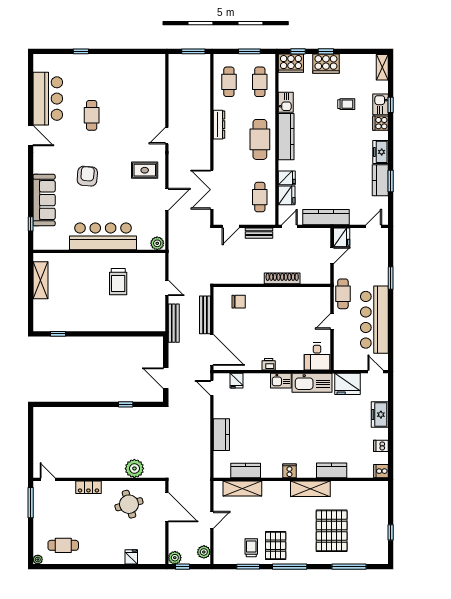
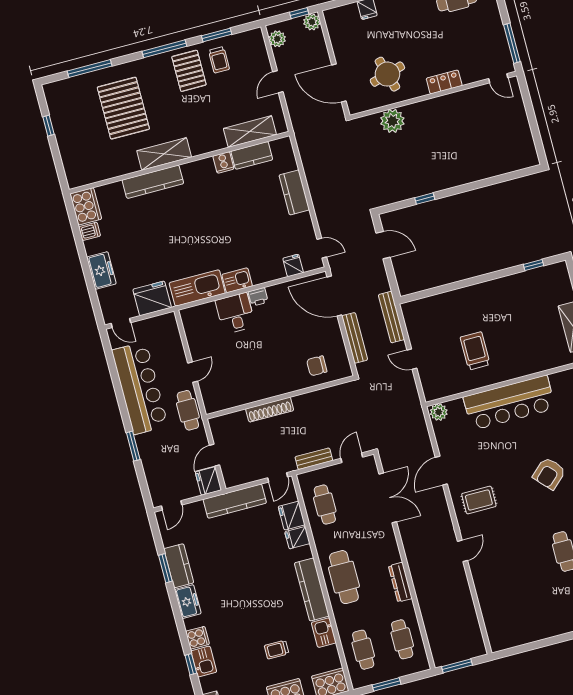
trolley: (346, 104) -> (277, 650), moved
armchair: (87, 176) -> (549, 473), turned 42
desk: (317, 357) -> (235, 313), moved
kitchen counter: (332, 470) -> (153, 182), width x1.50
cooker: (289, 471) -> (223, 162), moved
cooker: (381, 471) -> (86, 206), width x1.87, depth x1.31

